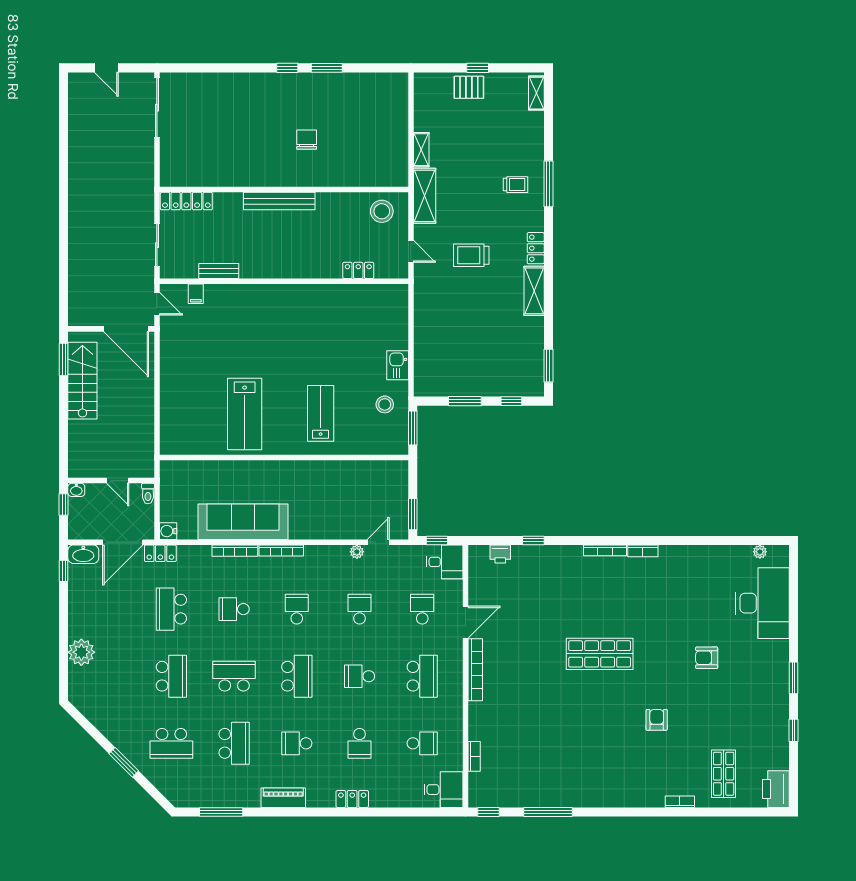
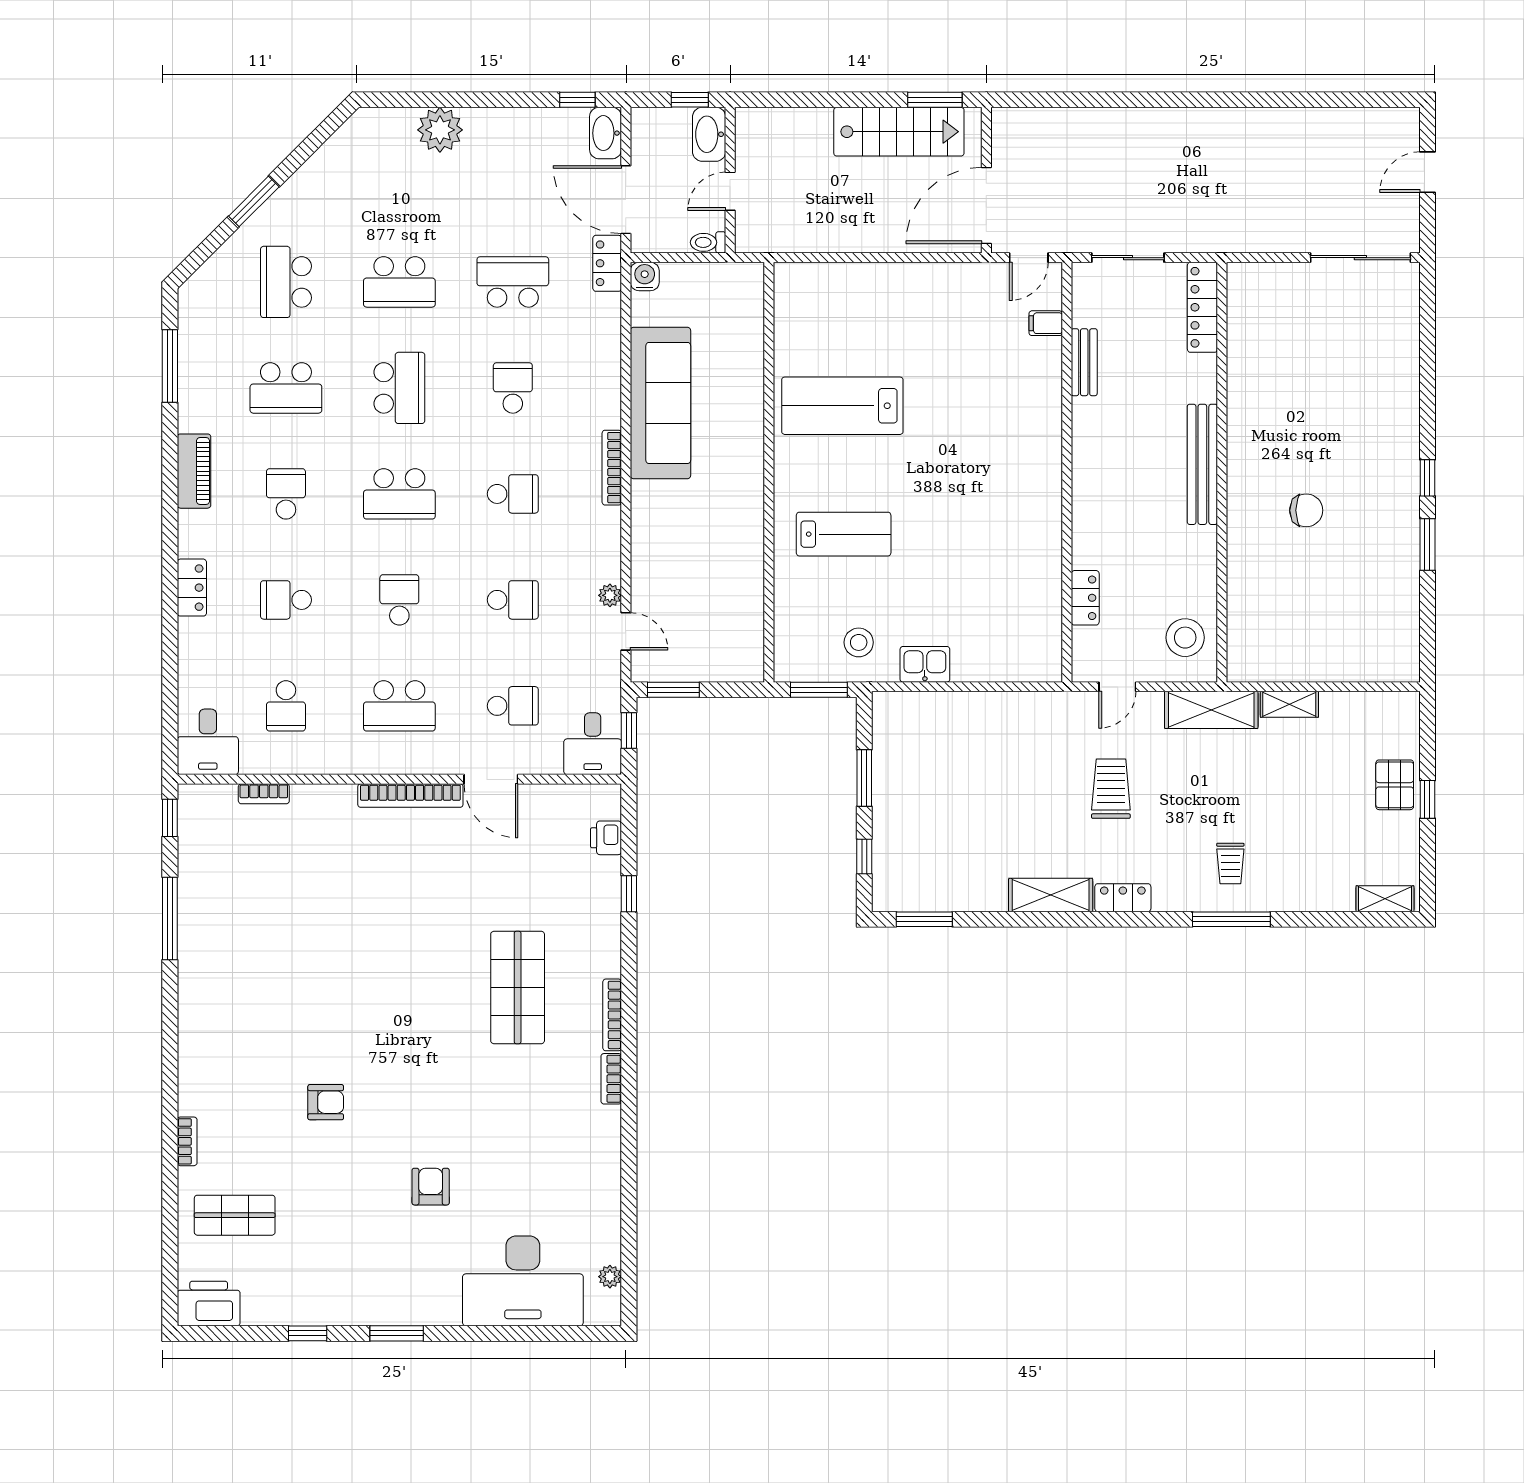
washbasin: (76, 490) -> (709, 134), width x1.91, depth x1.45
bookcase: (235, 551) -> (612, 389), removed
shop shelf: (600, 654) -> (518, 987), moved

